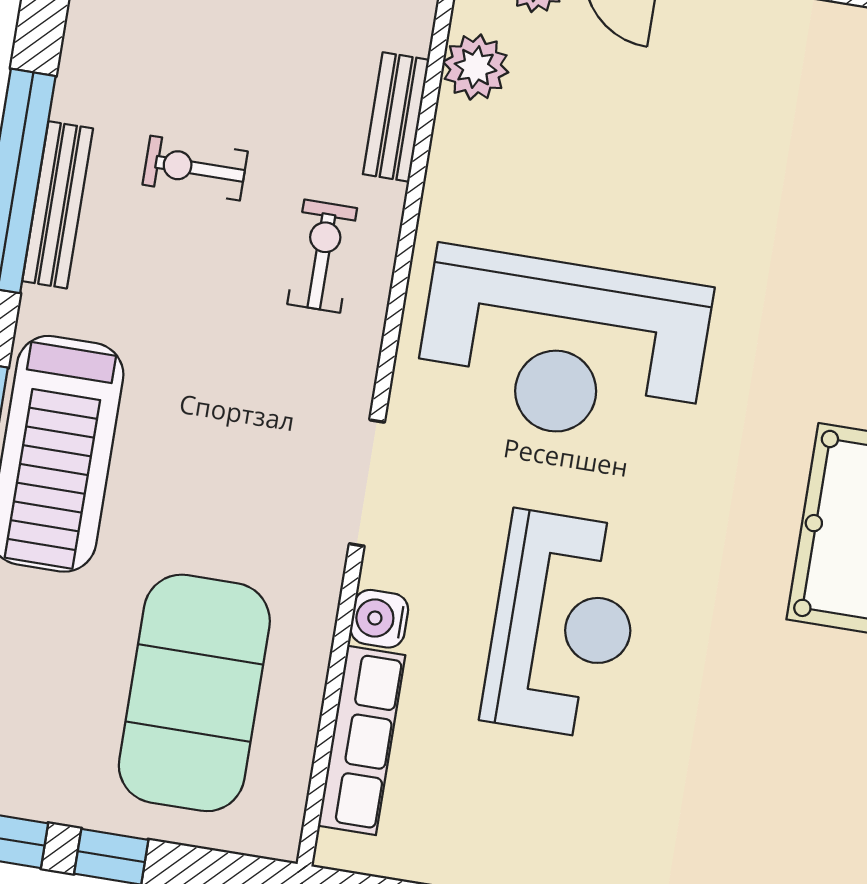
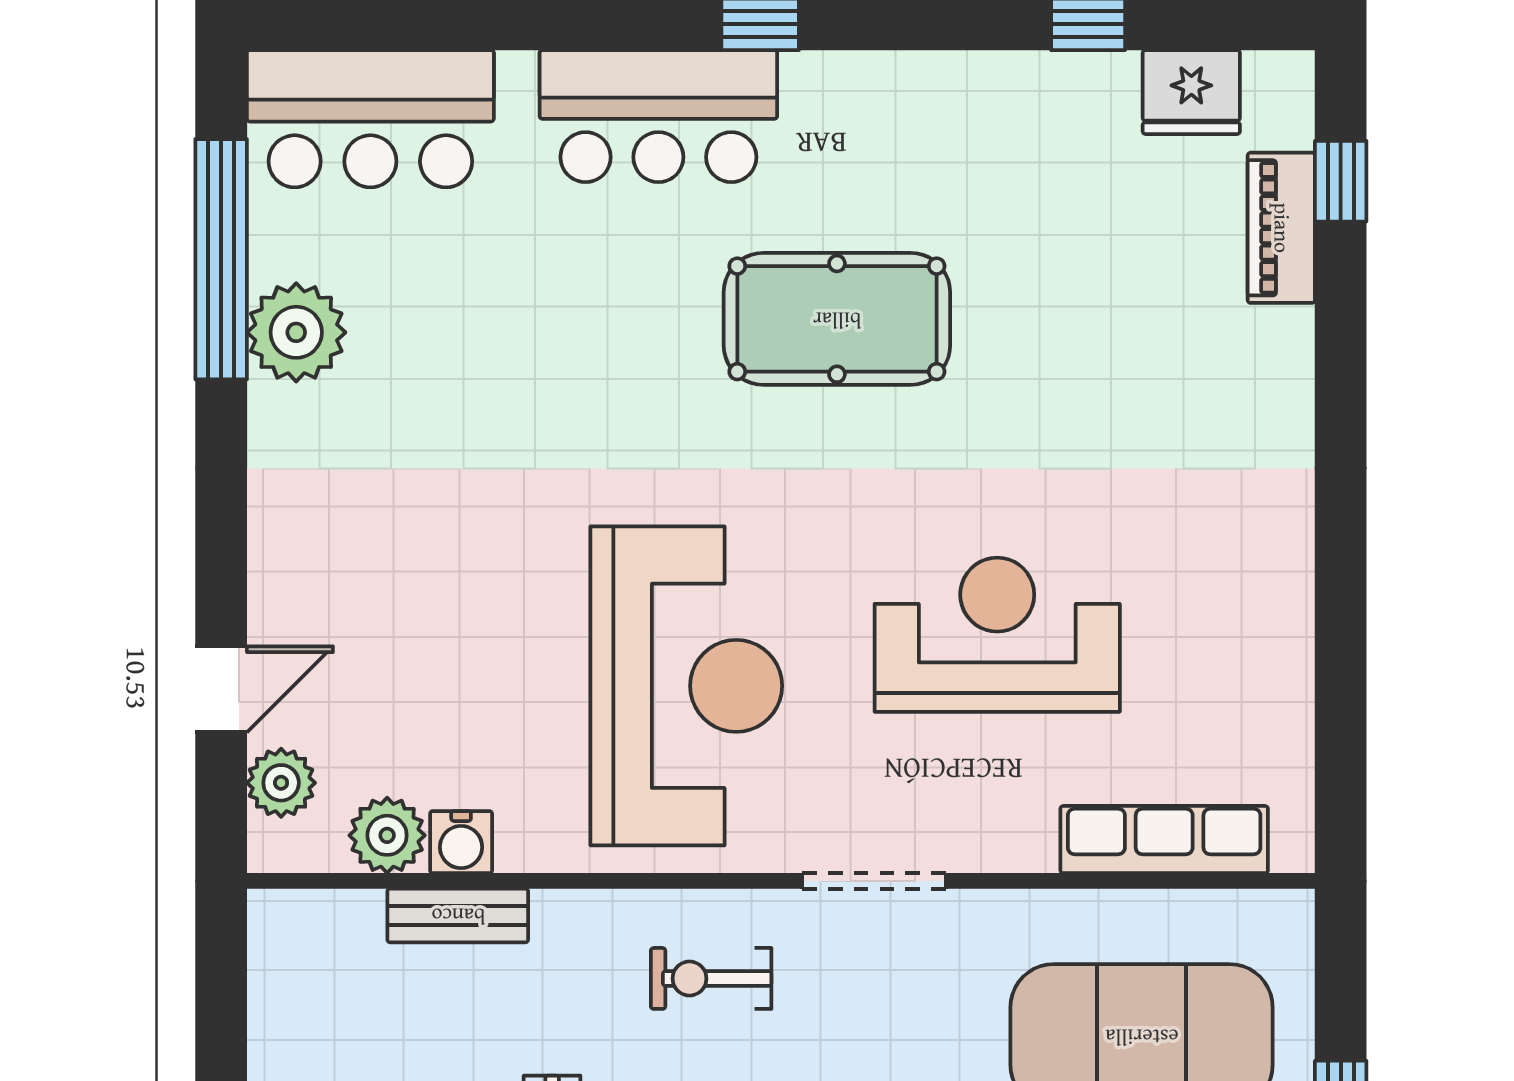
exercise bike: (322, 256) -> (711, 978), moved
water cooler: (379, 619) -> (461, 842), moved

